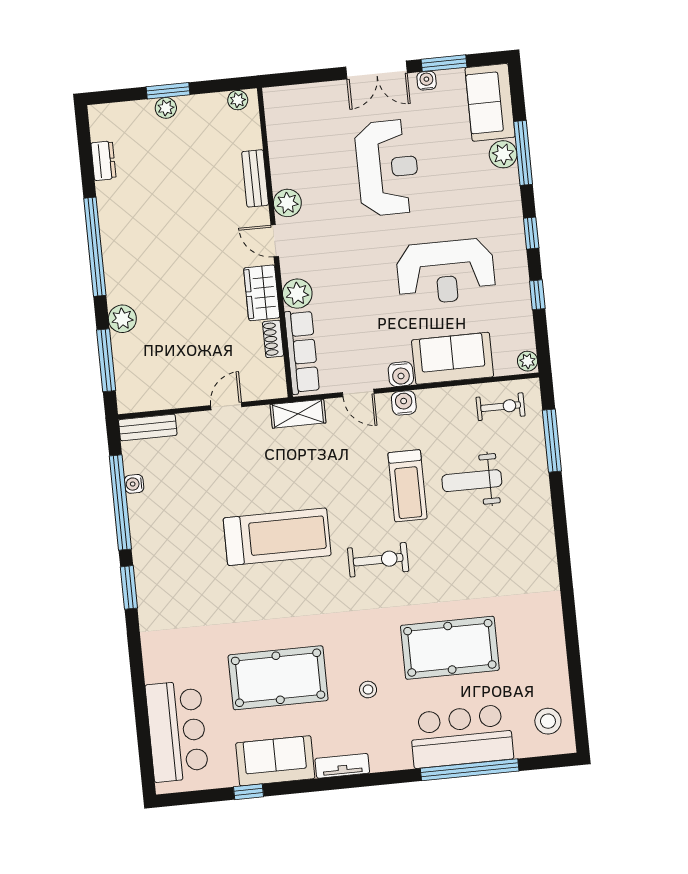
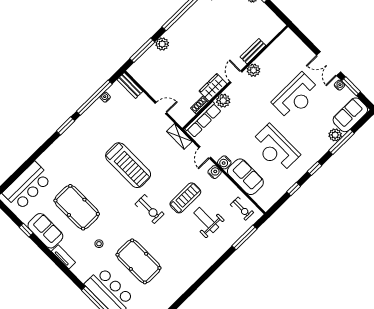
plant: (238, 100) -> (276, 22), removed
plant: (527, 361) -> (267, 205), removed
treadmill: (408, 486) -> (185, 198), turned 180

